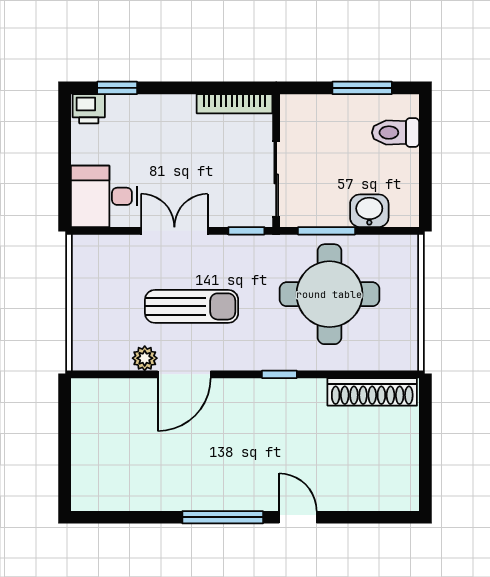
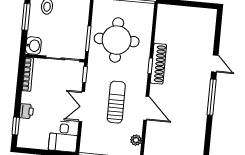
printer: (89, 109) -> (26, 111), moved
washbasin: (369, 211) -> (33, 46), moved, turned 180
plant: (145, 358) -> (136, 140), moved
shoe rack: (372, 392) -> (158, 64), moved
door: (298, 517) -> (215, 64), swing flipped

